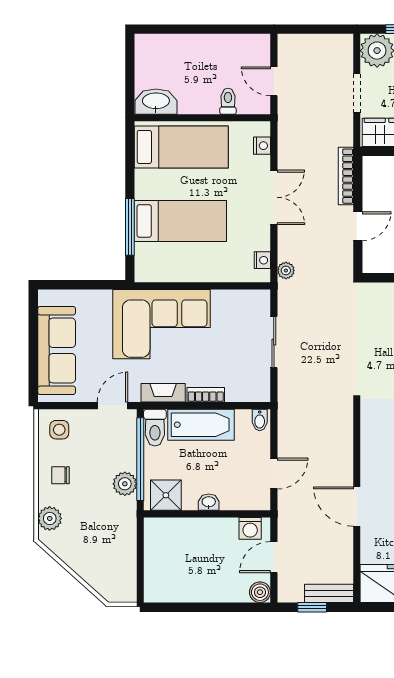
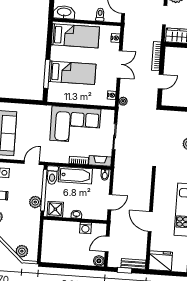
corner sofa: (161, 324) -> (75, 125), moved
fireplace: (163, 393) -> (100, 161), moved
washing machine: (250, 528) -> (85, 228), moved
plant: (105, 583) -> (22, 251), added

